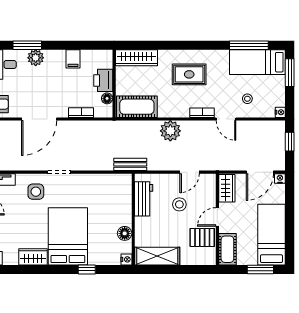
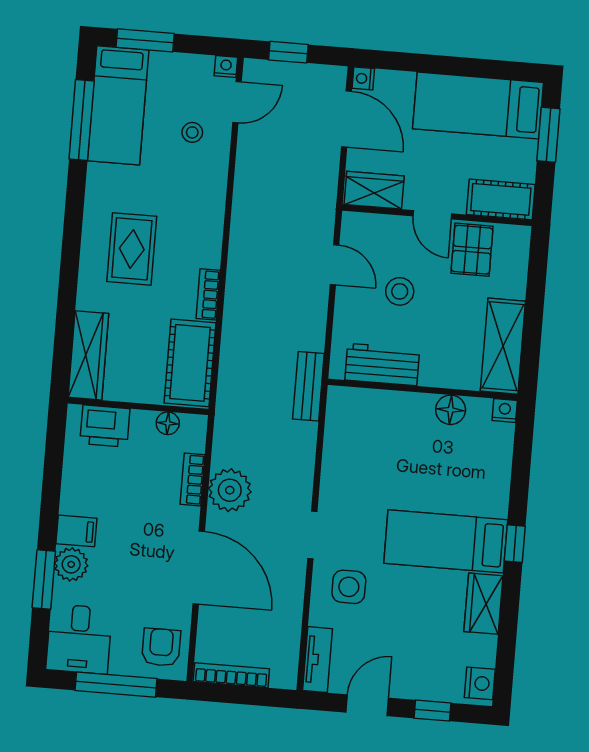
filing cabinet: (73, 59) -> (76, 531), moved
printer: (103, 80) -> (105, 426), moved
bookcase: (202, 113) -> (208, 294), moved
door: (226, 119) -> (237, 102), moved
plant: (170, 131) -> (230, 490), moved
bed: (68, 236) -> (446, 541), width x0.67
window: (87, 269) -> (515, 544), moved

